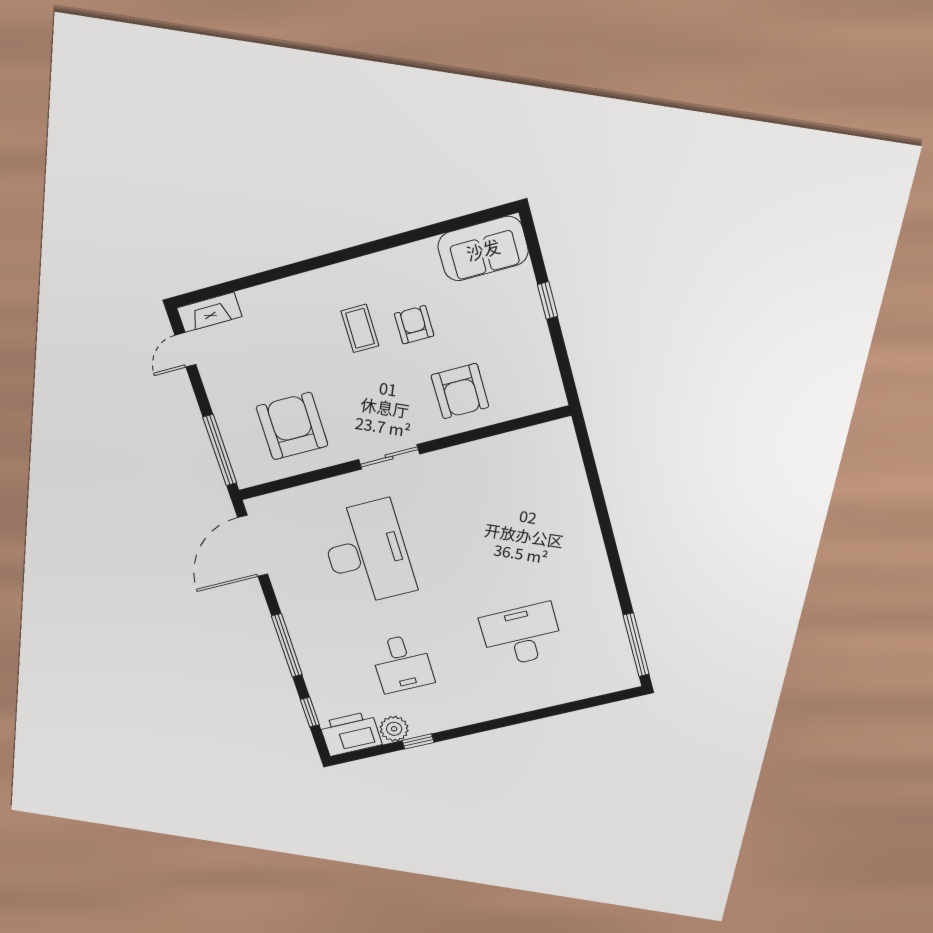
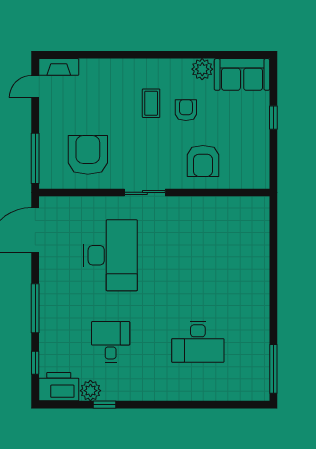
plant: (421, 257) -> (202, 69), added
desk: (522, 635) -> (198, 342), turned 180
desk: (402, 663) -> (111, 342), turned 180

